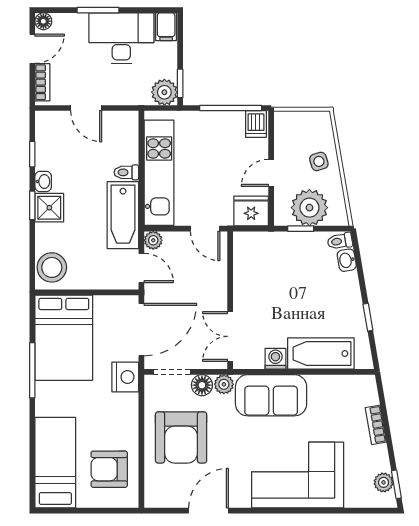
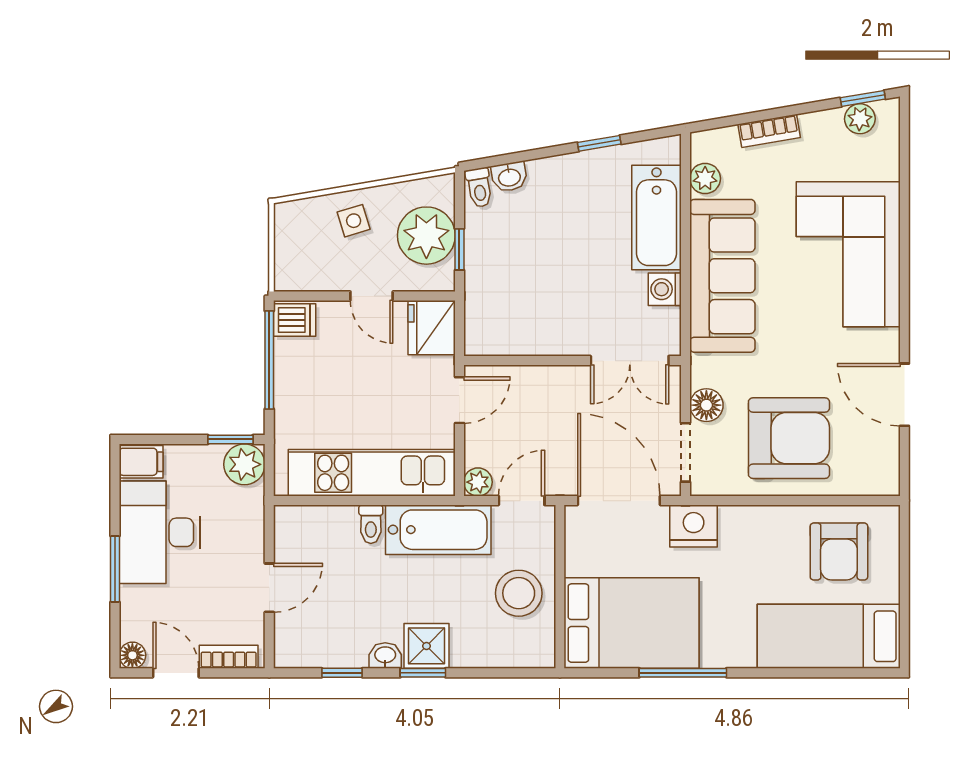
stool: (52, 267) -> (519, 593), moved
plant: (224, 384) -> (705, 178), moved
sofa: (271, 395) -> (722, 276), width x1.36

